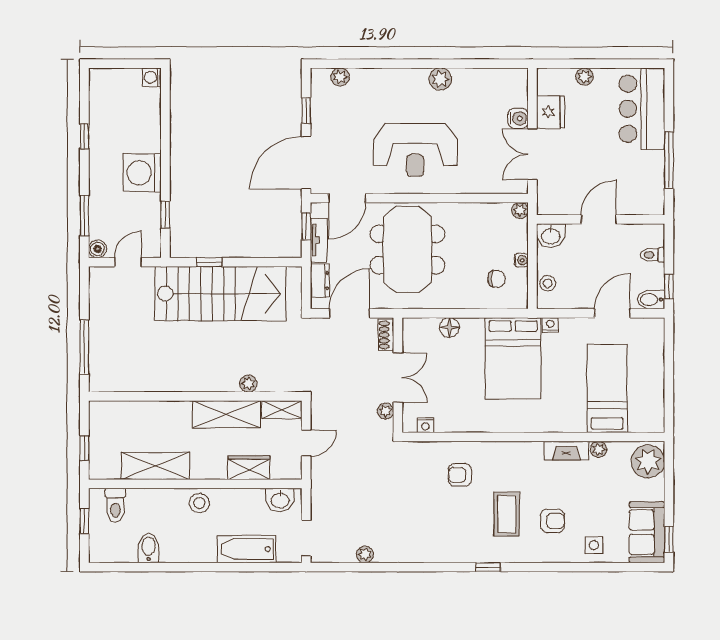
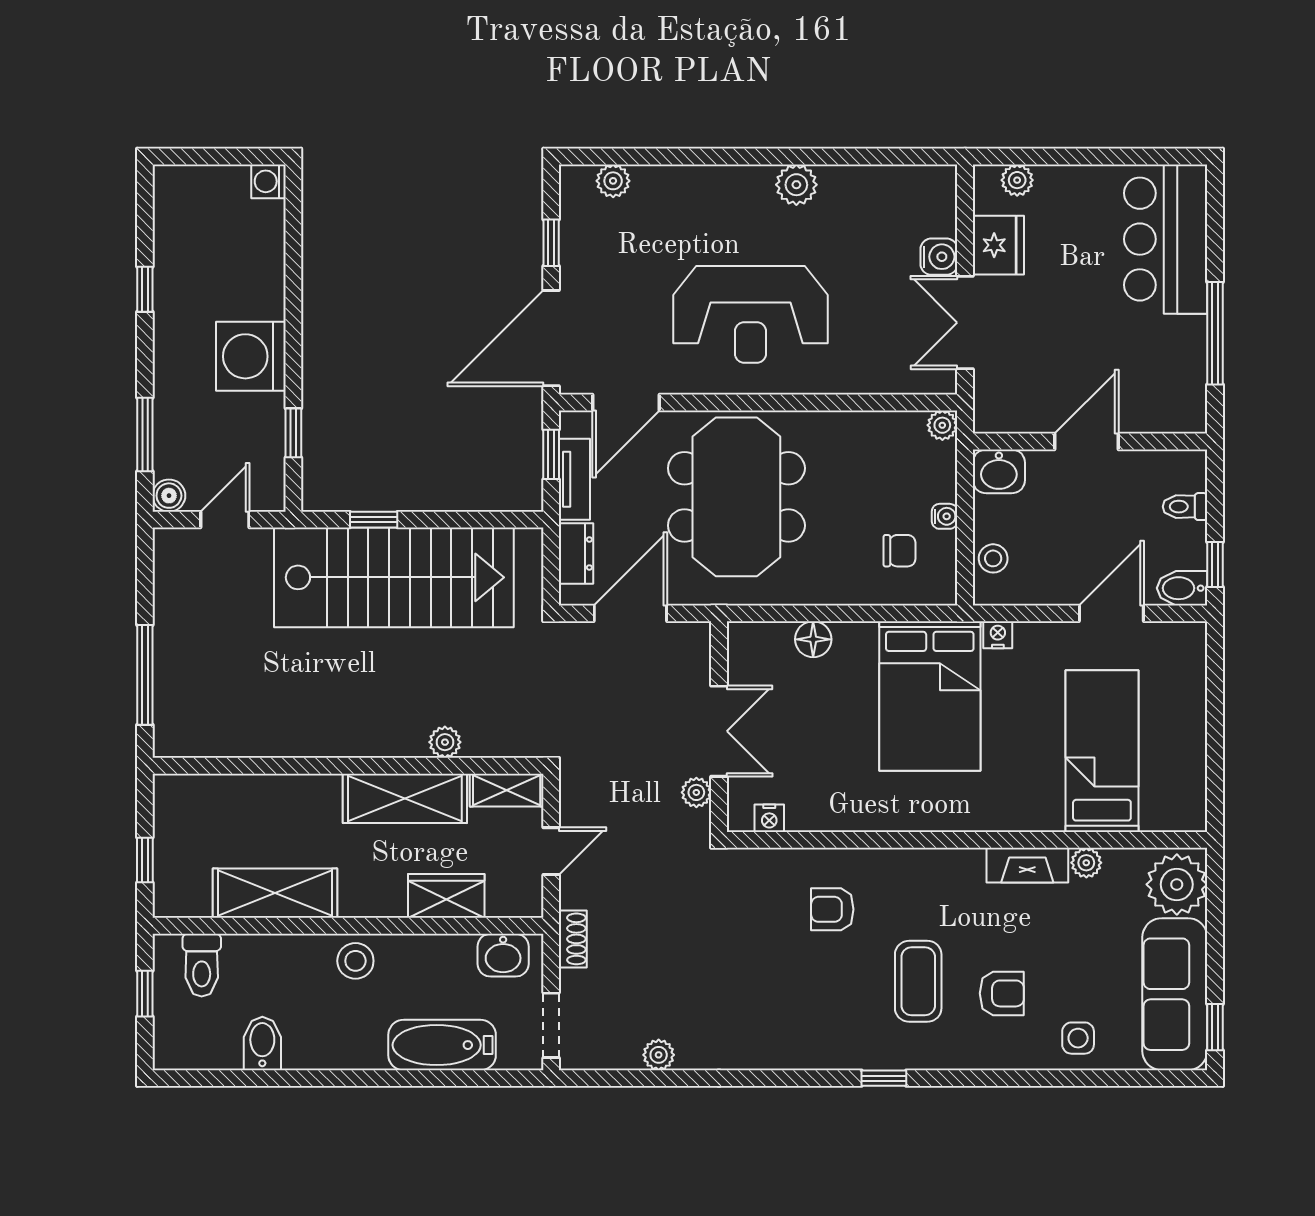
plant: (584, 77) -> (1017, 180), moved
shoe rack: (386, 335) -> (573, 939), moved, turned 180
sofa: (647, 532) -> (1175, 994), width x1.36

